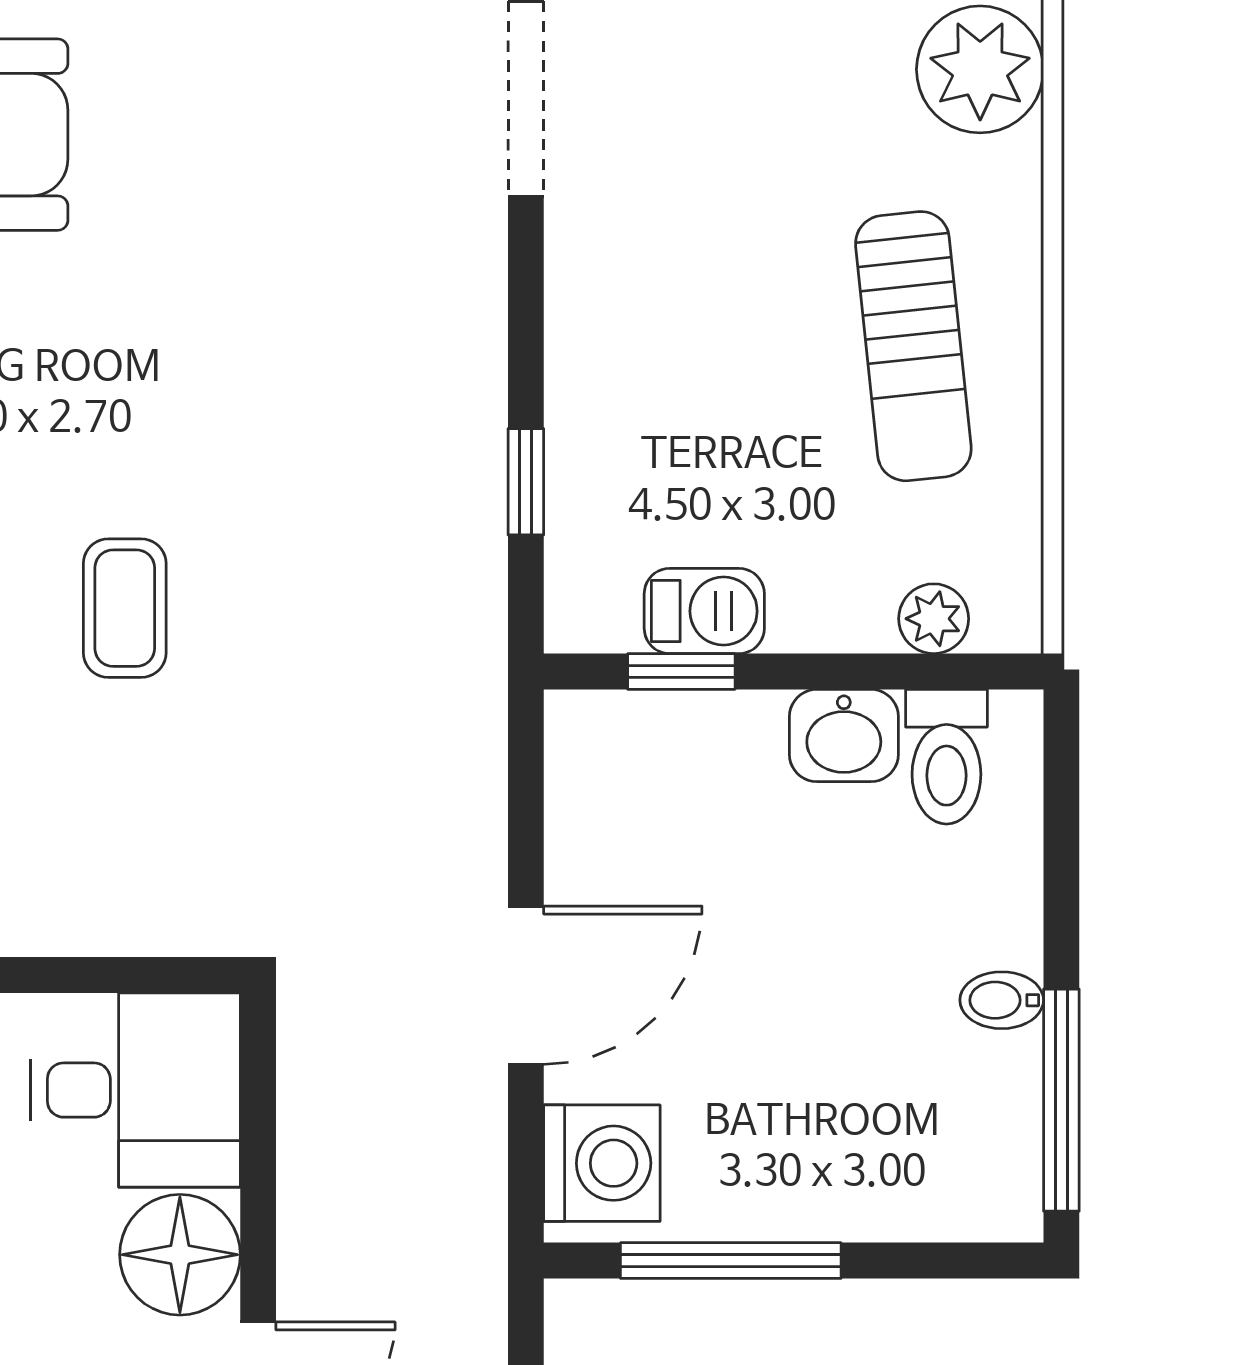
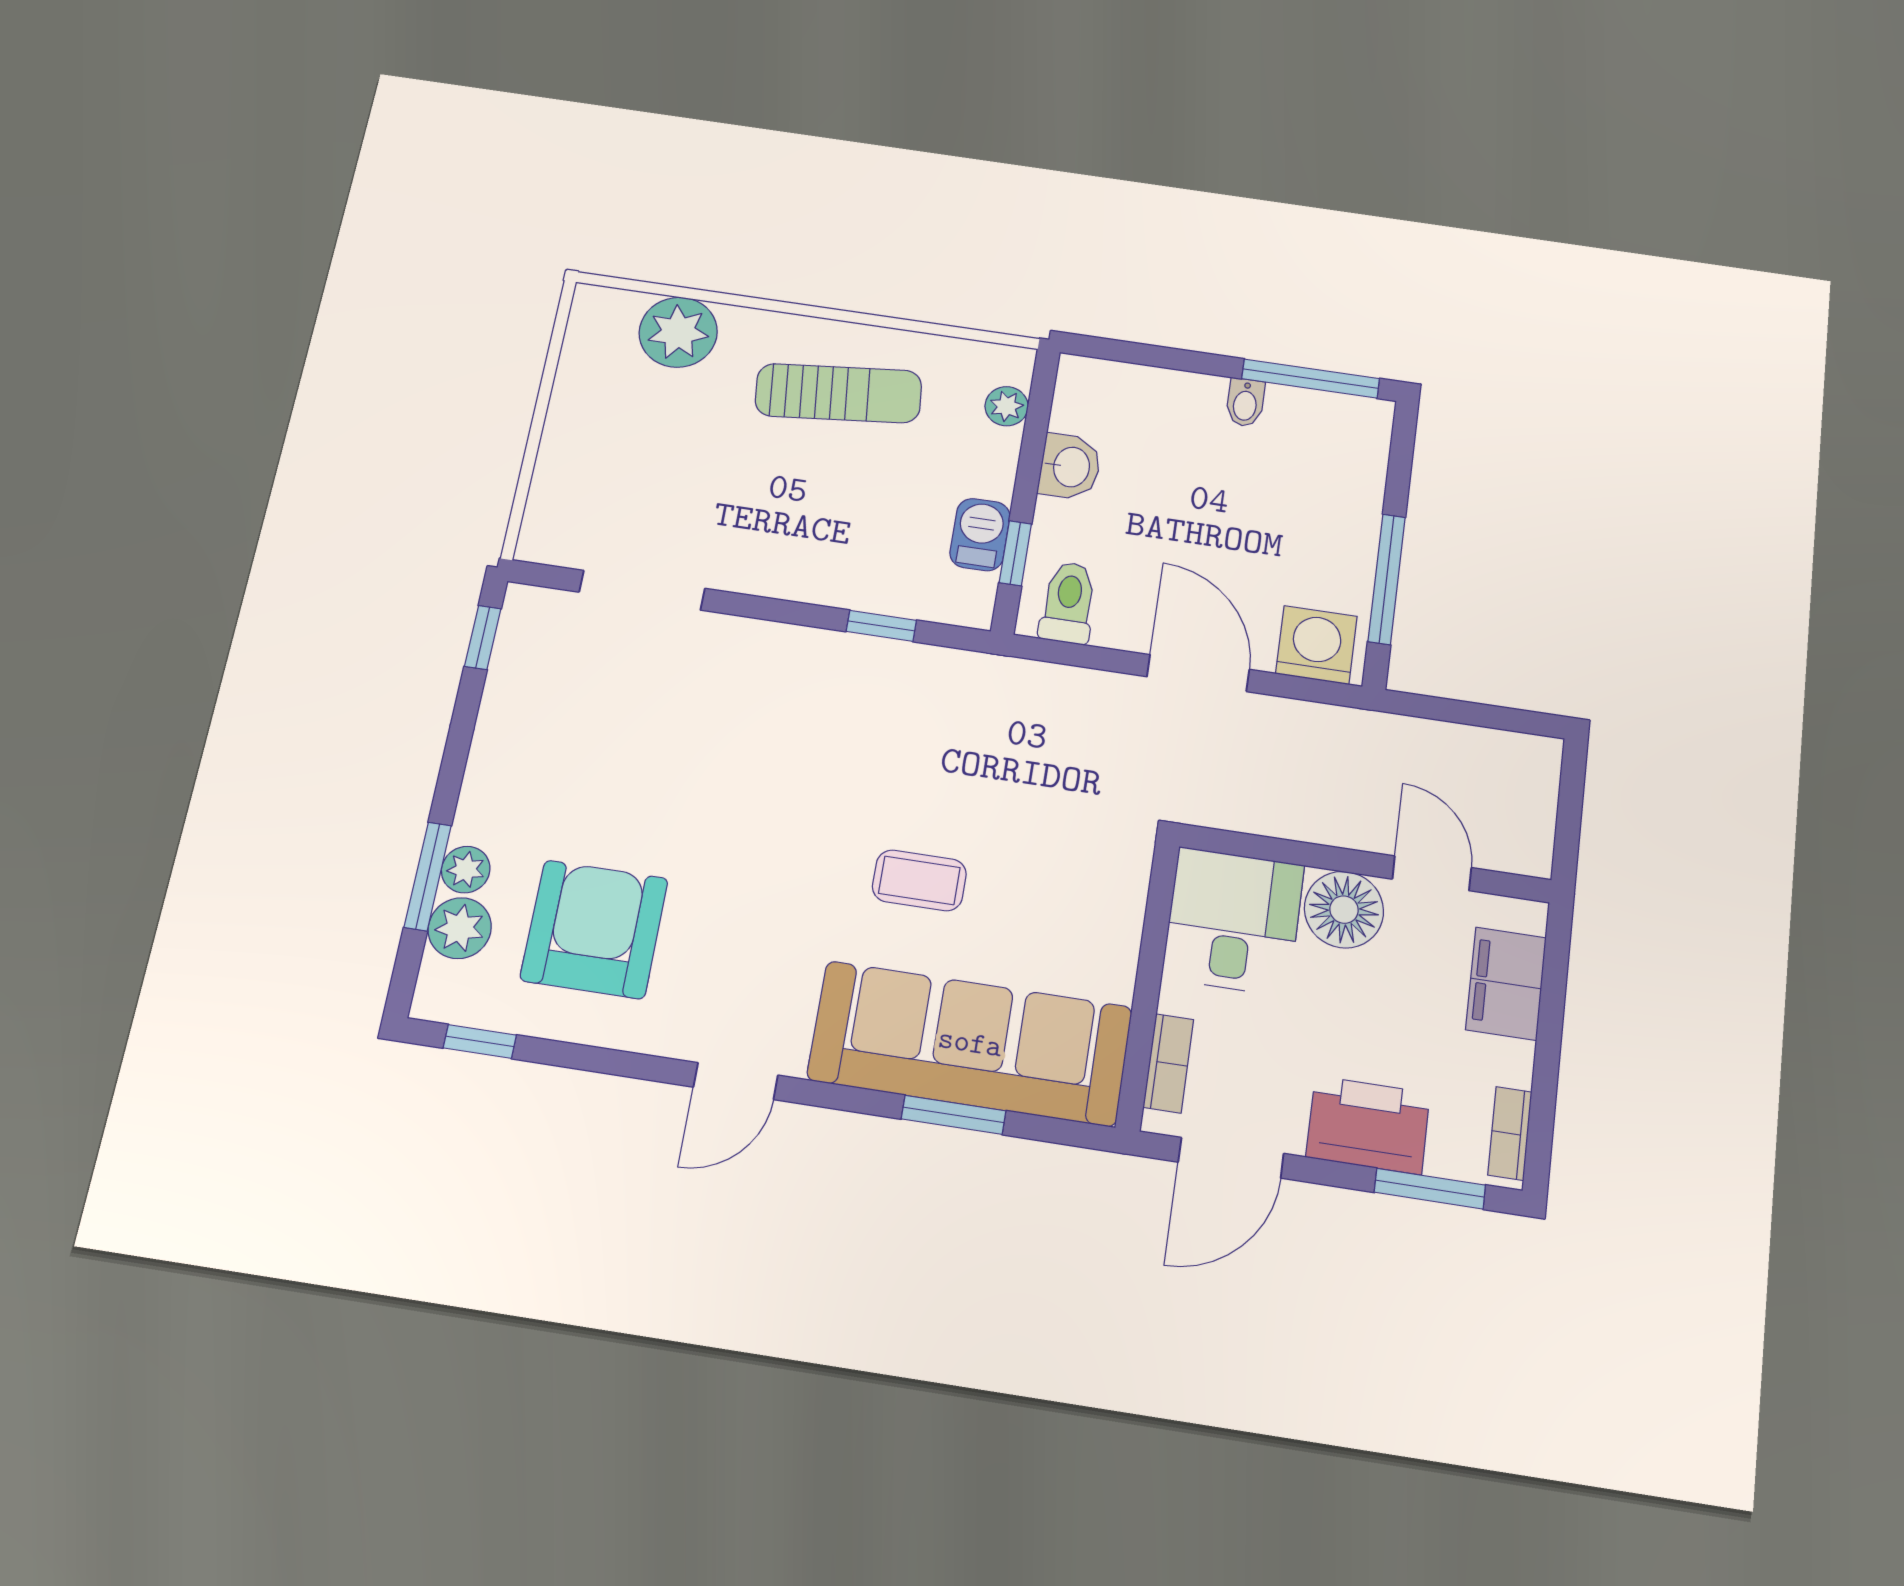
toilet: (946, 757) -> (1068, 603), moved, turned -90

